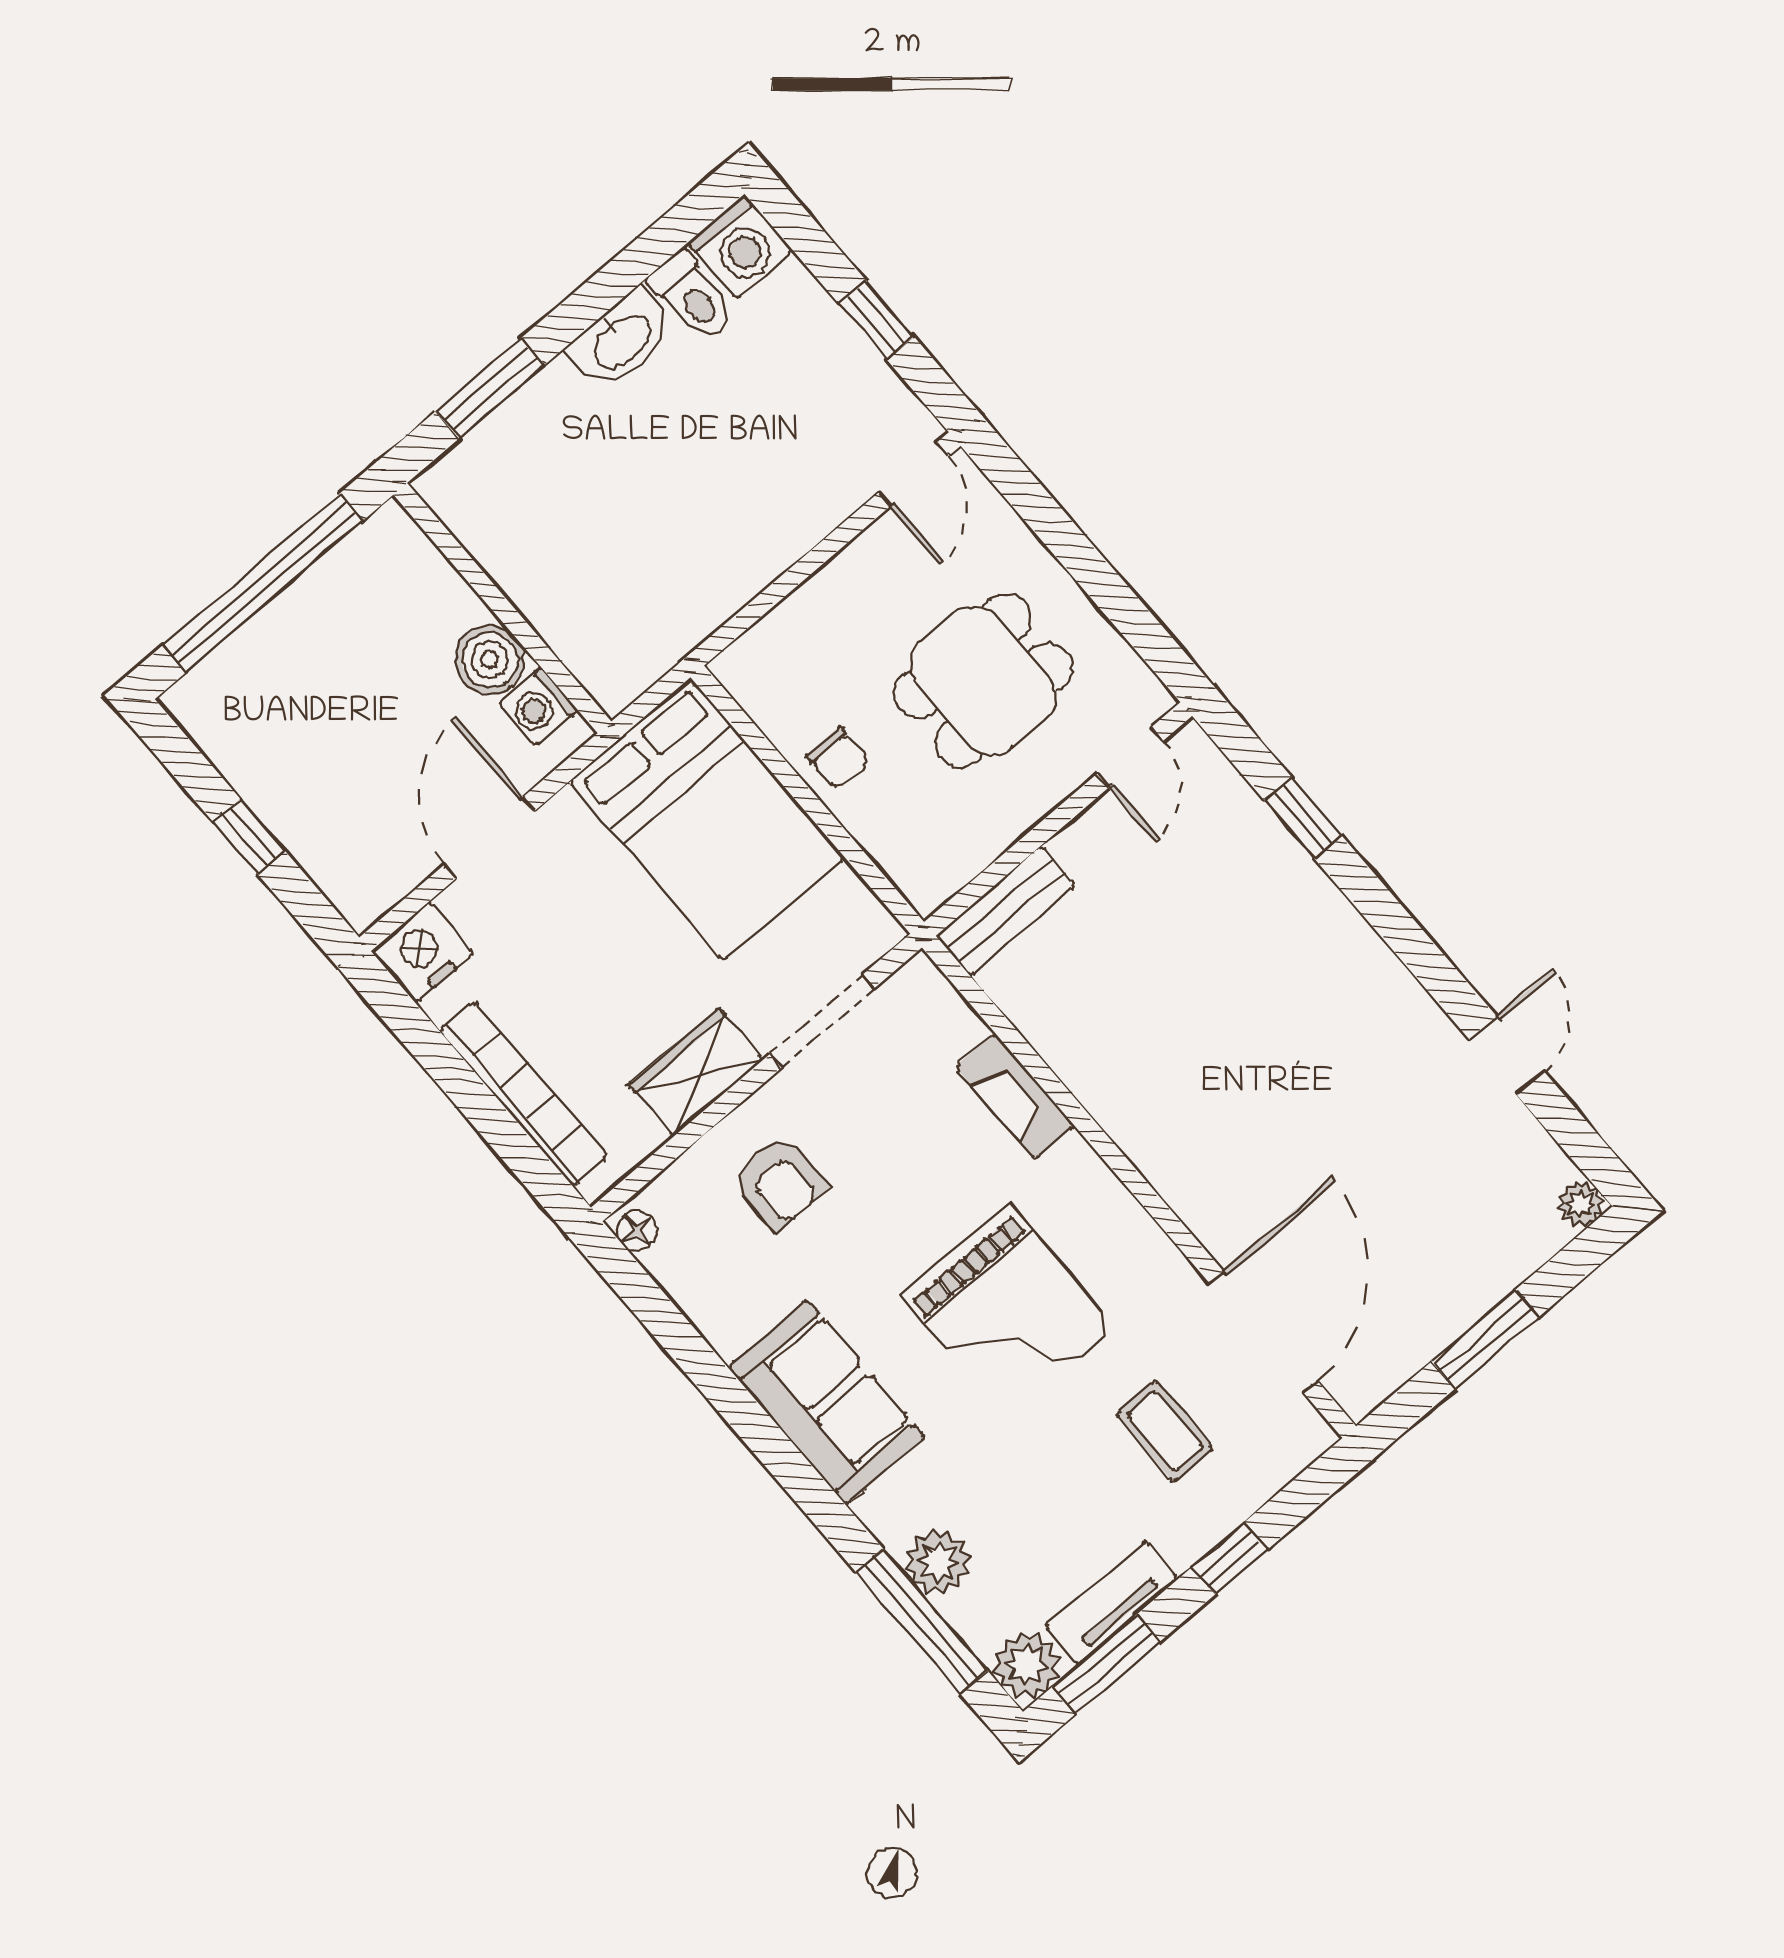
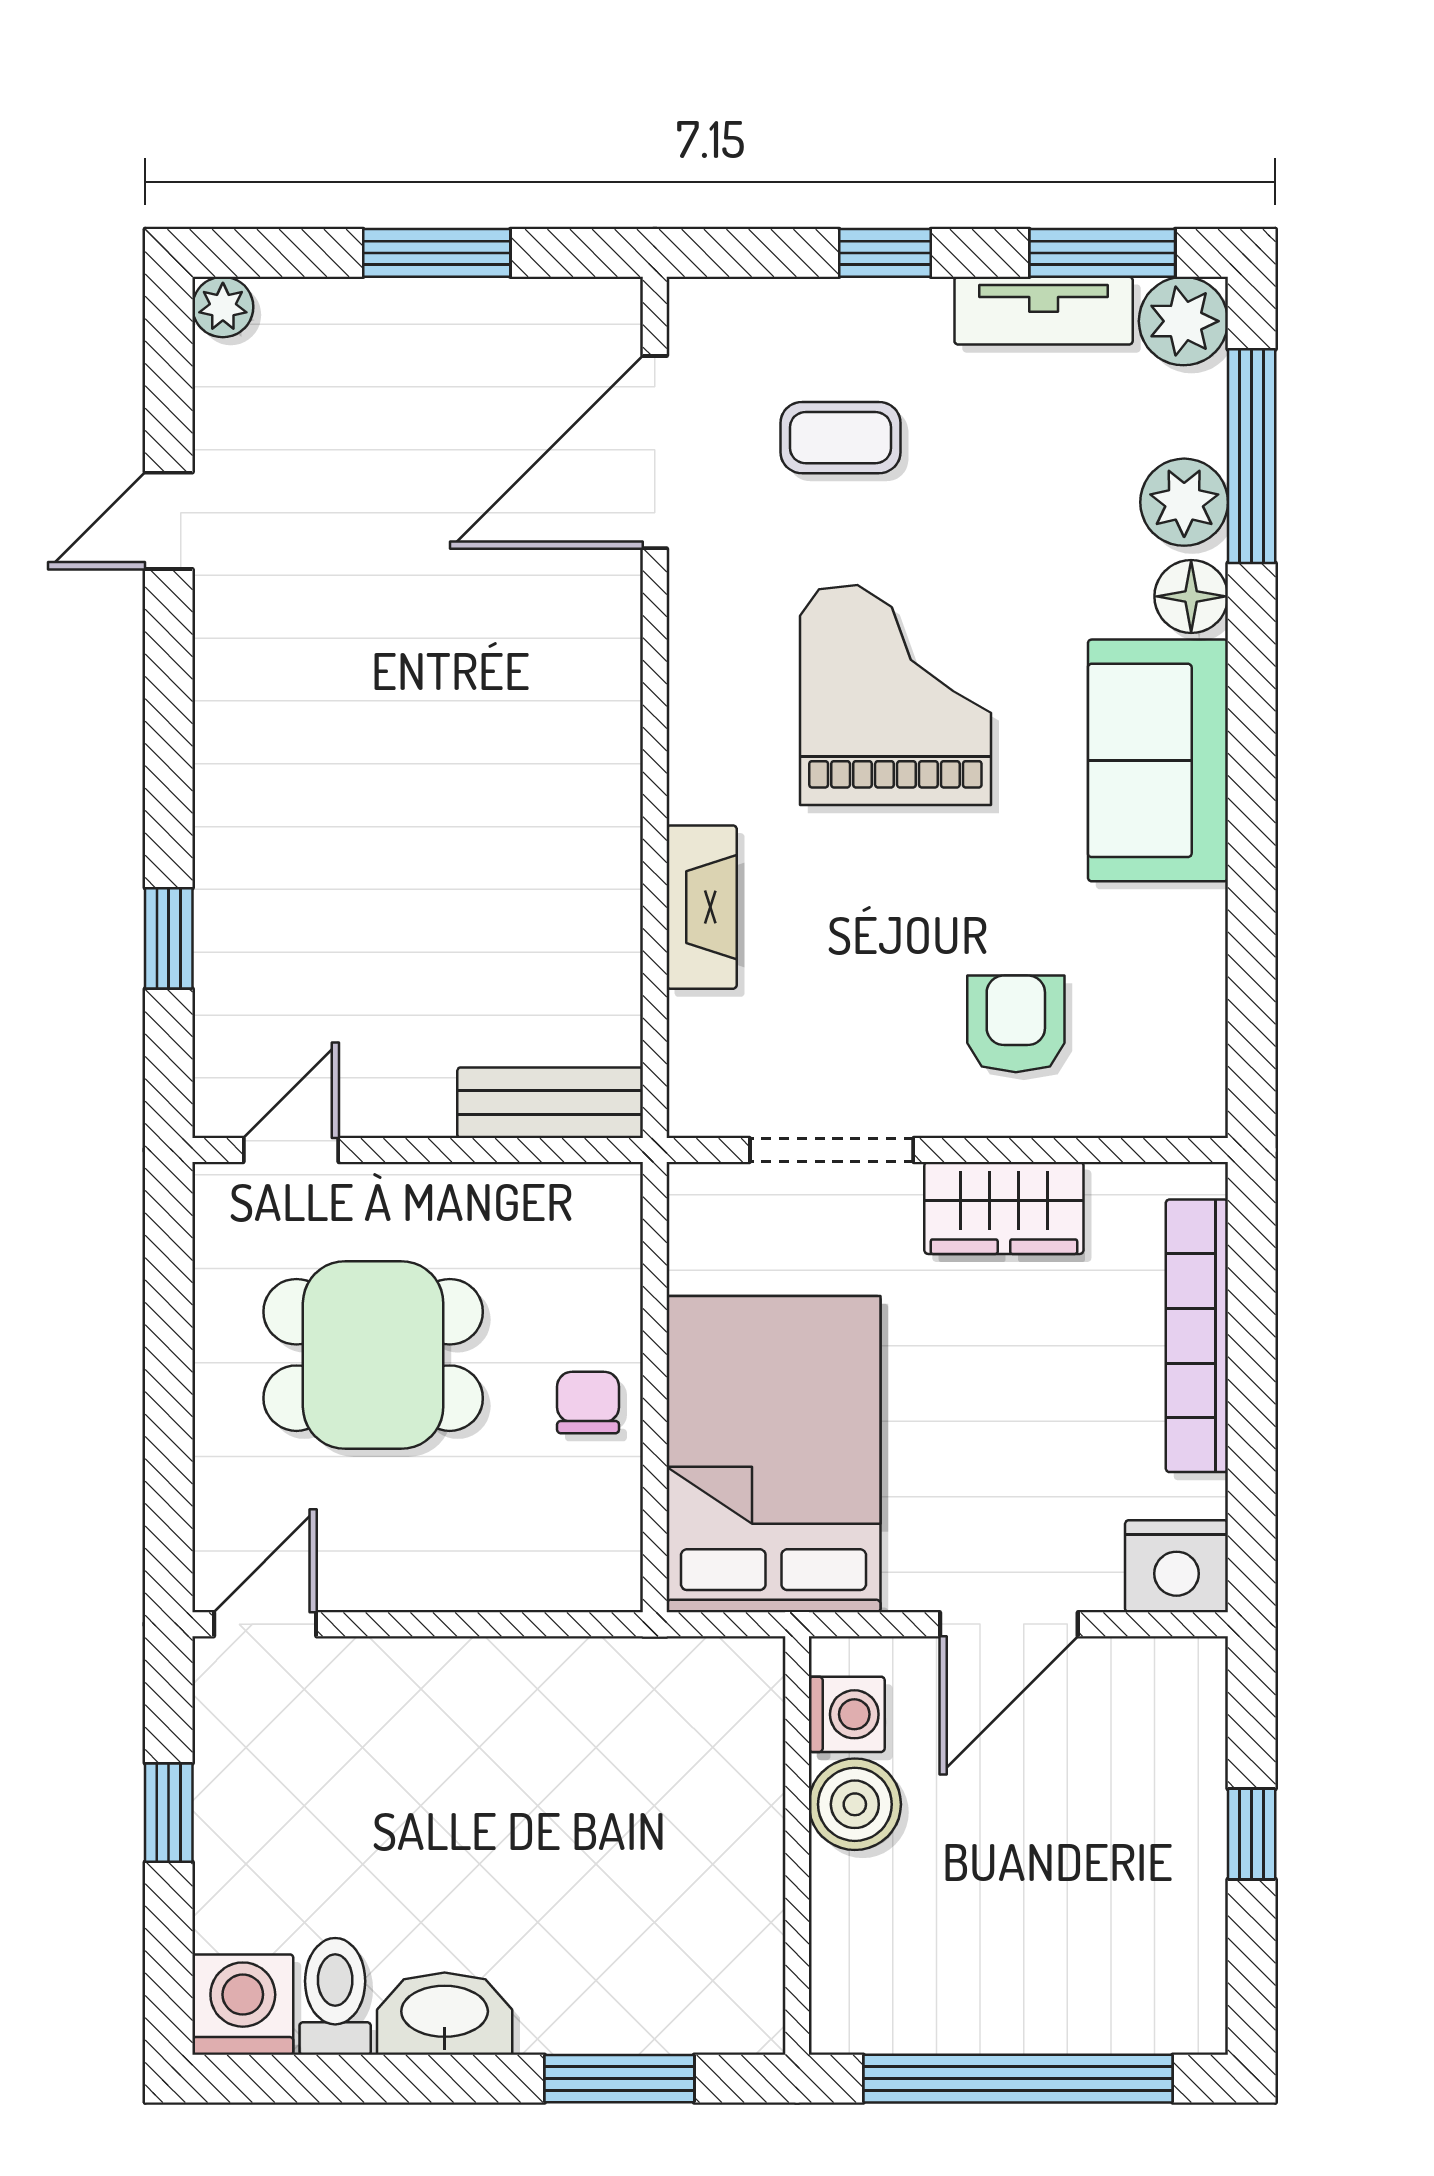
floor lamp: (637, 1231) -> (1191, 596), moved, width x1.37, depth x1.37
coffee table: (1165, 1431) -> (840, 438), turned 90

